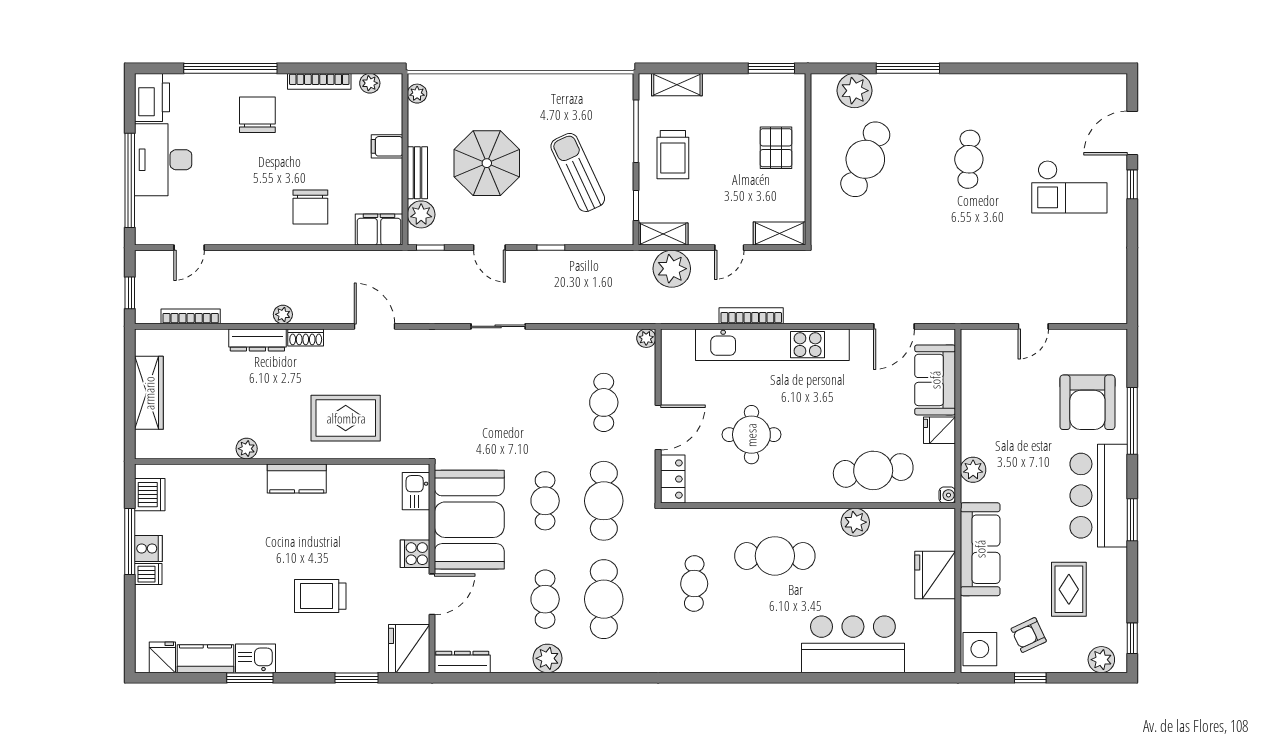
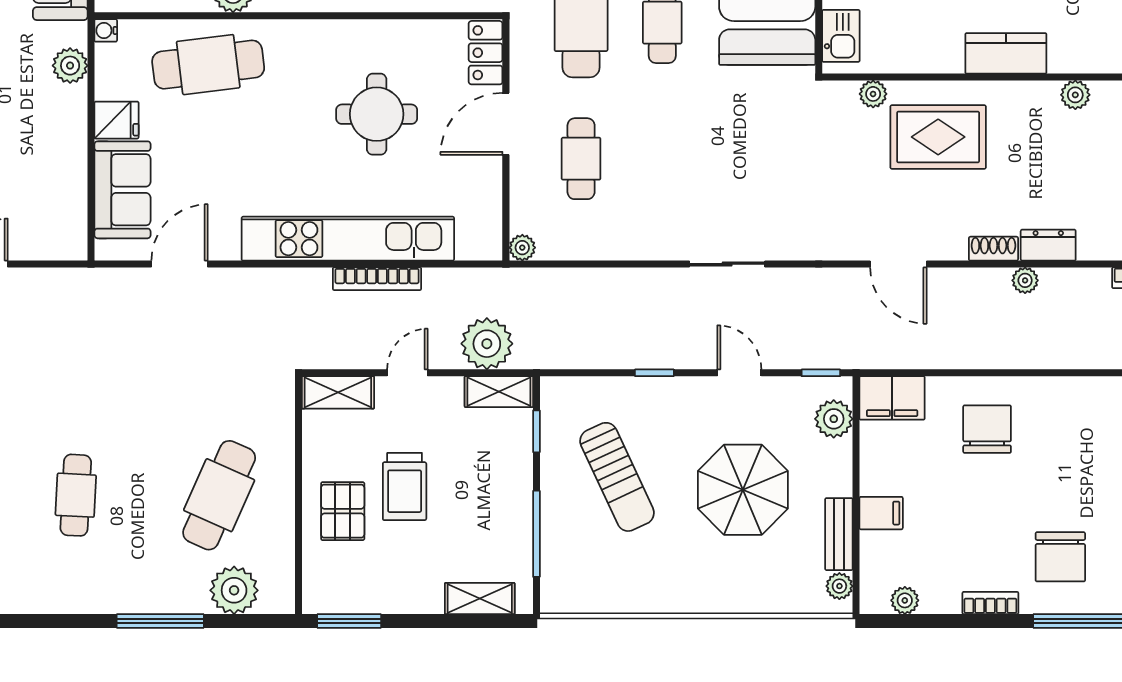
bookcase: (319, 81) -> (990, 603), width x0.64
trolley: (673, 155) -> (405, 486), moved, turned 180
bench: (417, 173) -> (839, 534), moved
dresser: (257, 340) -> (1048, 245), width x0.70
plant: (393, 449) -> (873, 94), added

